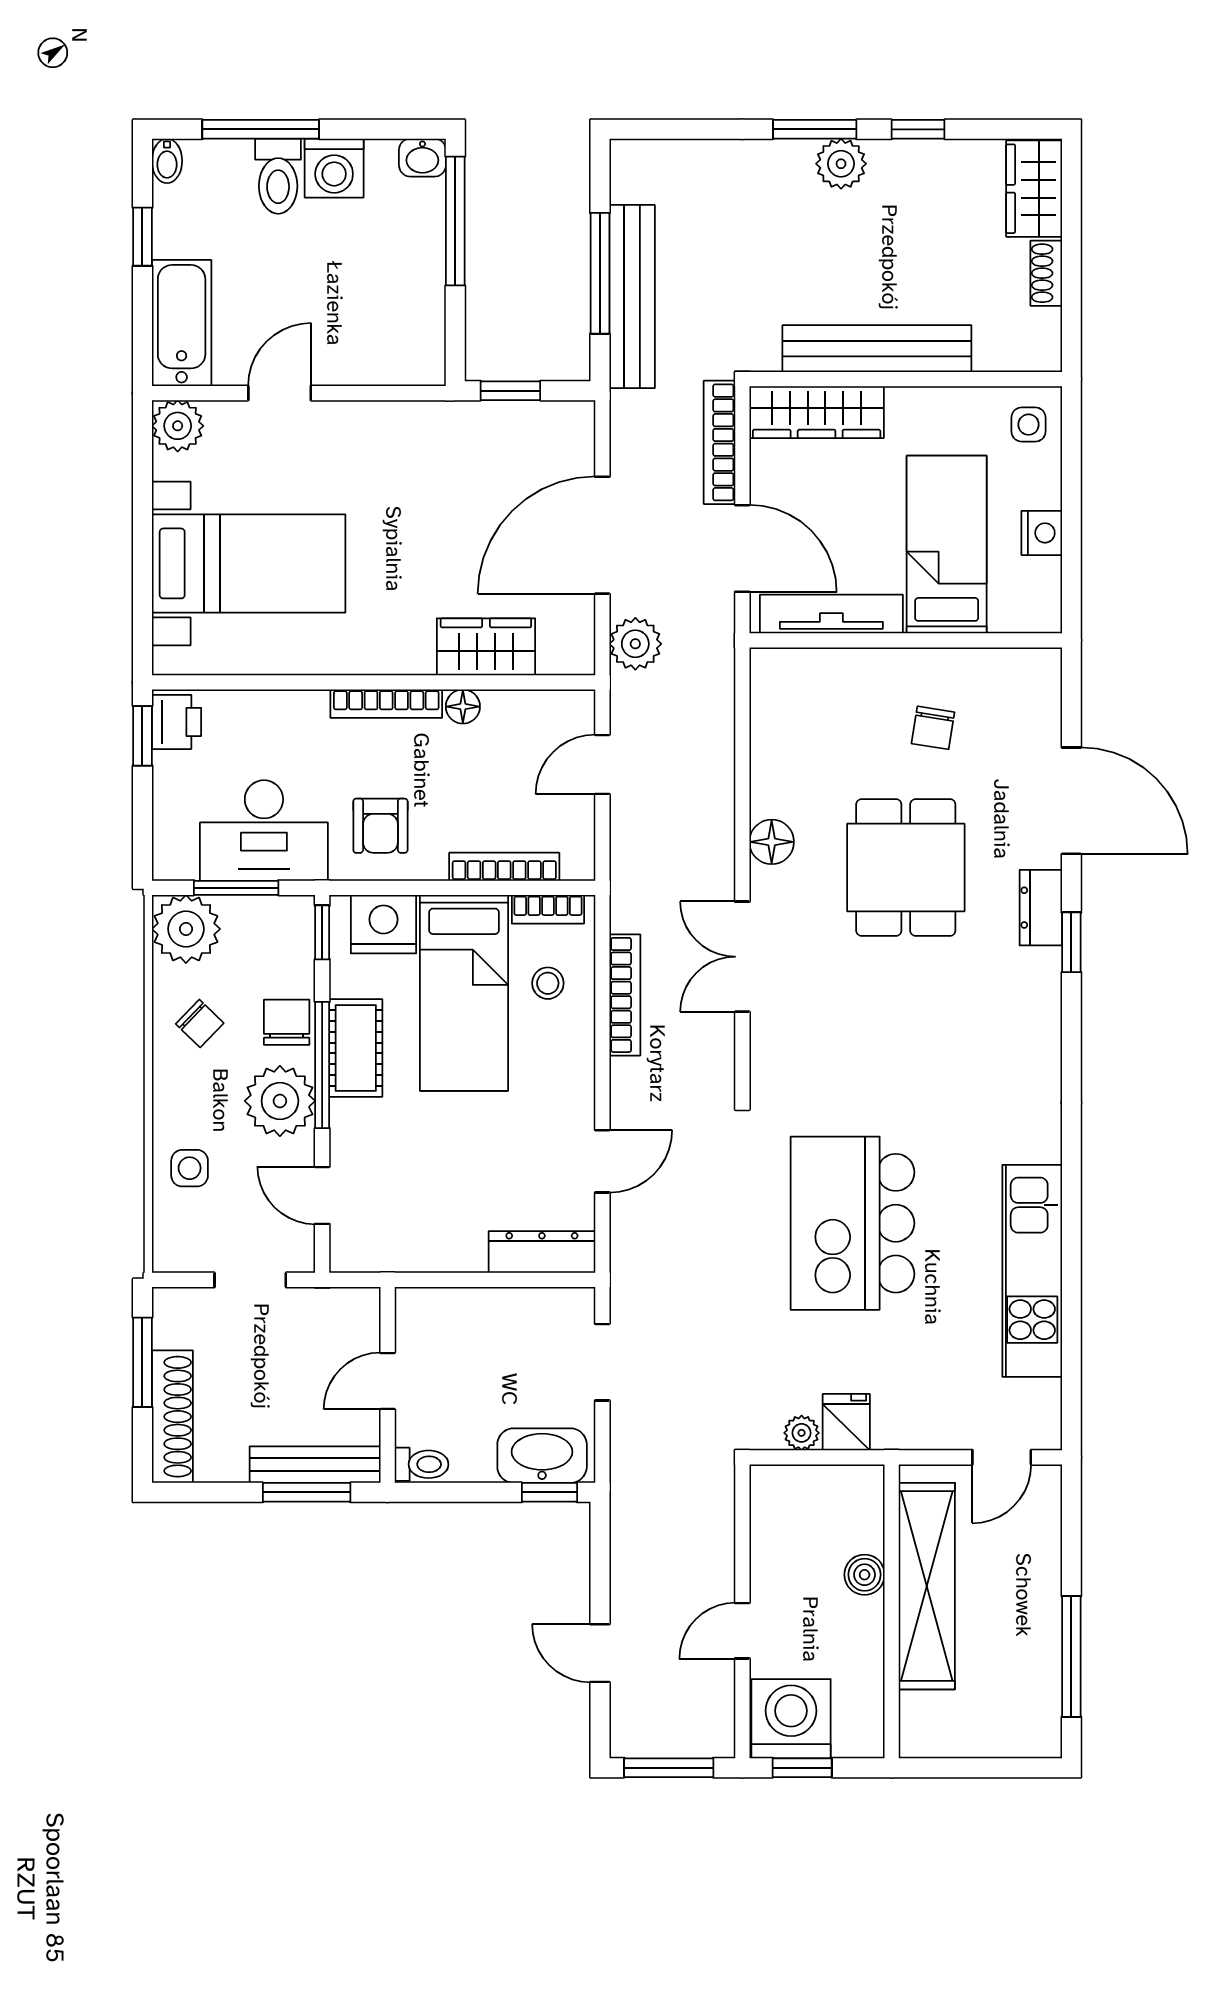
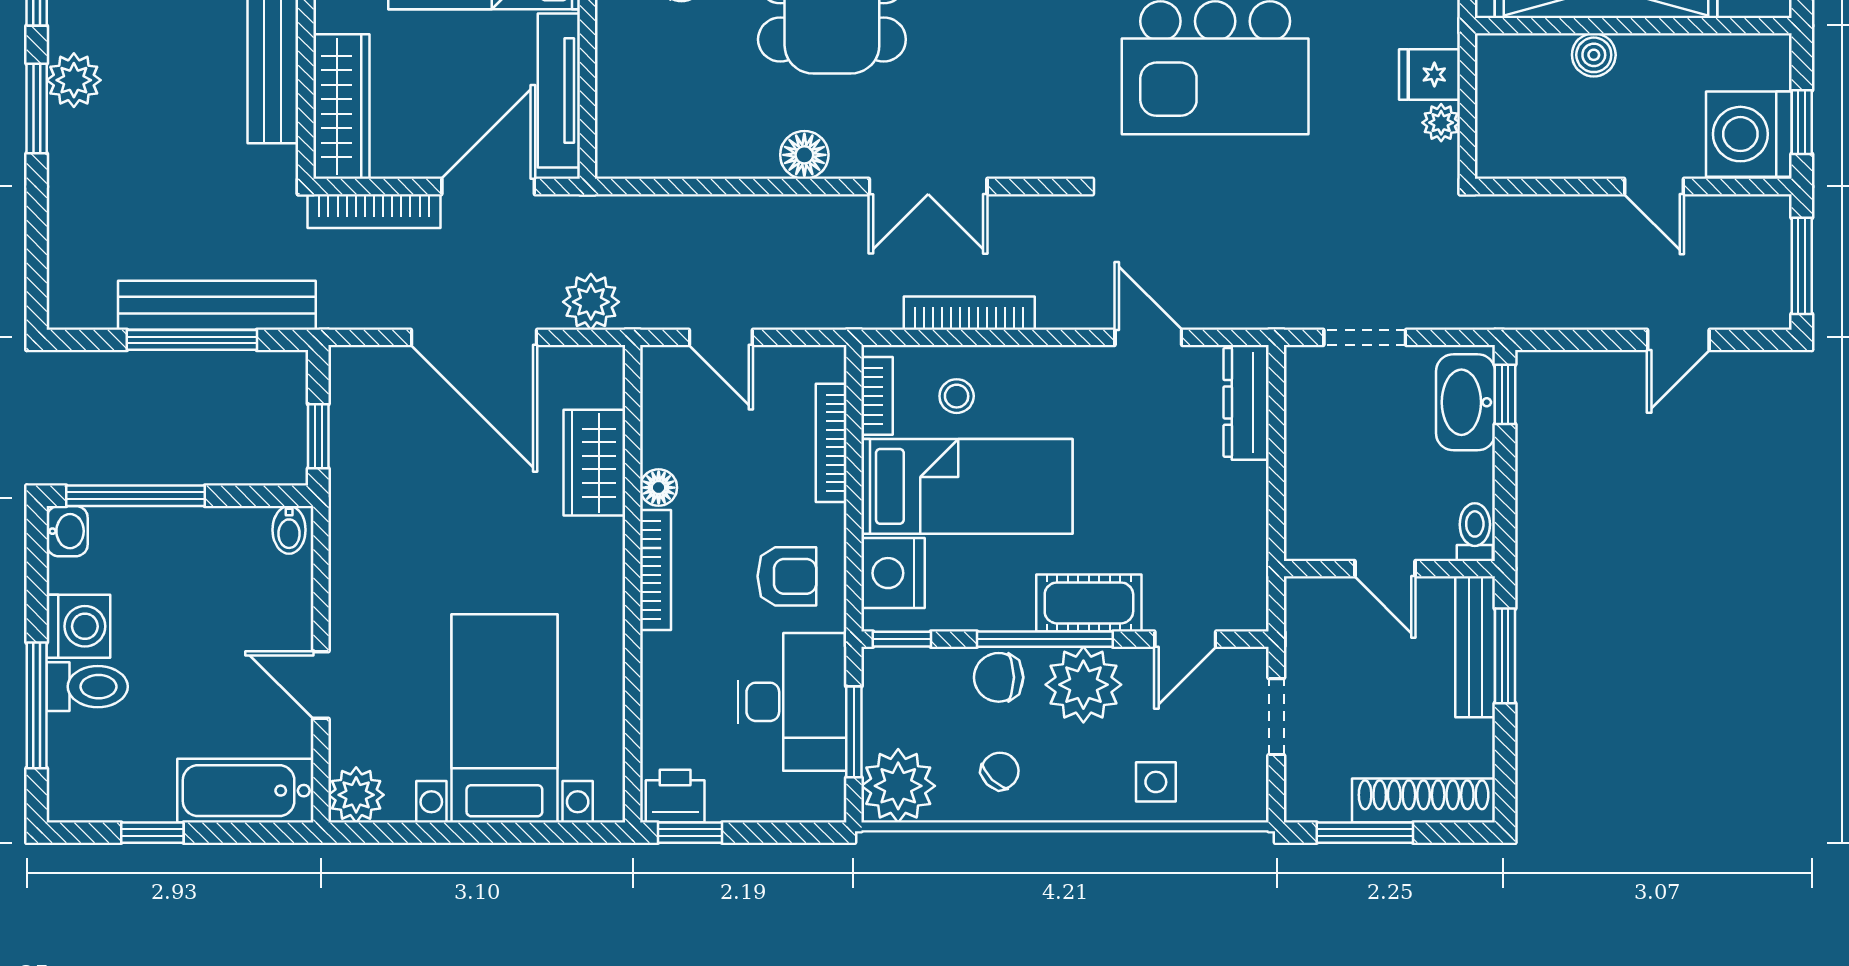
bidet: (167, 161) -> (289, 530), moved, turned 90
cot: (356, 1048) -> (1089, 603), moved

